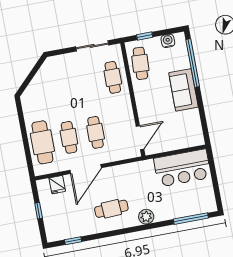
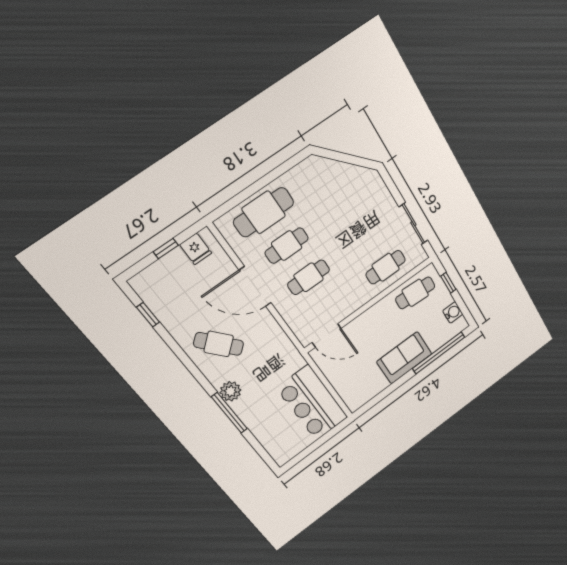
fridge: (57, 185) -> (196, 249), moved, turned -90
cafe table: (111, 209) -> (219, 344), turned -38
window: (191, 219) -> (229, 413), moved

